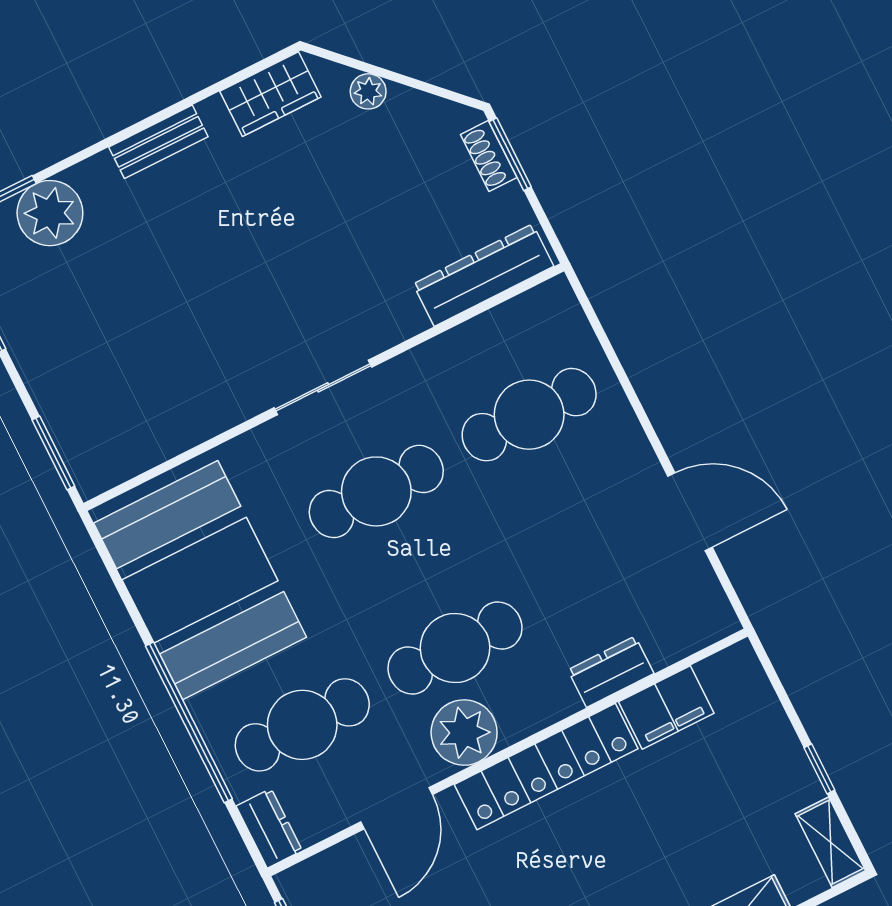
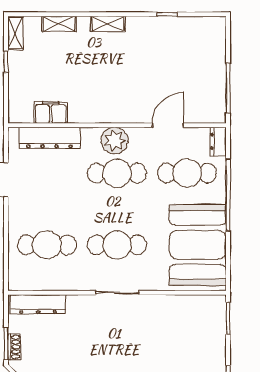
dresser: (611, 672) -> (49, 138), width x1.96, depth x1.24
plant: (464, 733) -> (115, 141), moved
locker: (546, 767) -> (105, 113), removed

